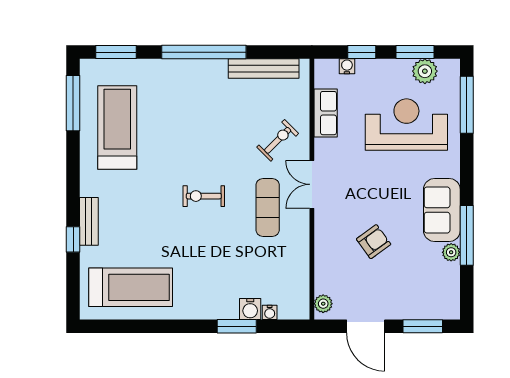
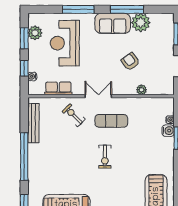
window: (467, 105) -> (78, 9), moved
double door: (312, 184) -> (98, 96), swing flipped
plant: (451, 252) -> (141, 23), width x1.88, depth x1.88
plant: (323, 304) -> (142, 90), moved

